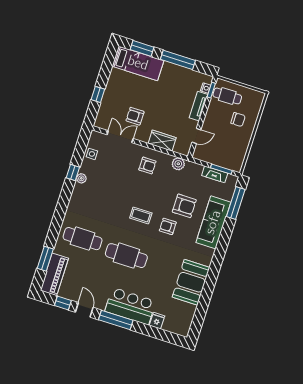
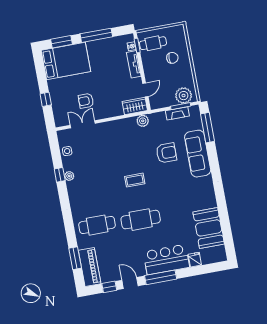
bed: (138, 63) -> (66, 61), width x1.50
wardrobe: (162, 141) -> (135, 106), moved
plant: (229, 161) -> (184, 96), added
armchair: (147, 166) -> (118, 136), removed
armchair: (168, 226) -> (162, 177), removed
booth: (191, 282) -> (209, 228), moved

